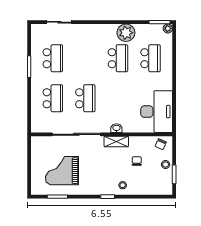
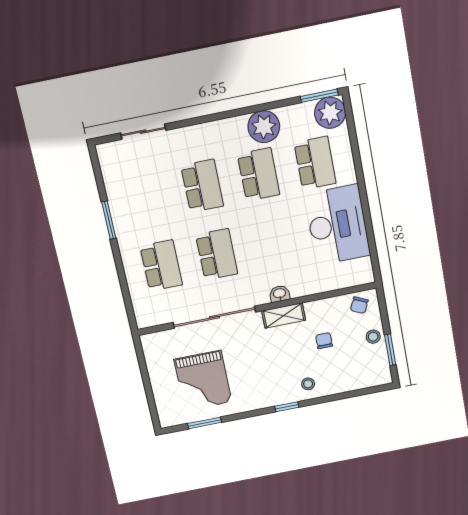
plant: (168, 28) -> (330, 113), width x1.88, depth x1.88
school desk: (53, 58) -> (202, 186), moved
desk: (157, 112) -> (337, 225), moved
grand piano: (62, 171) -> (203, 381), turned -90

